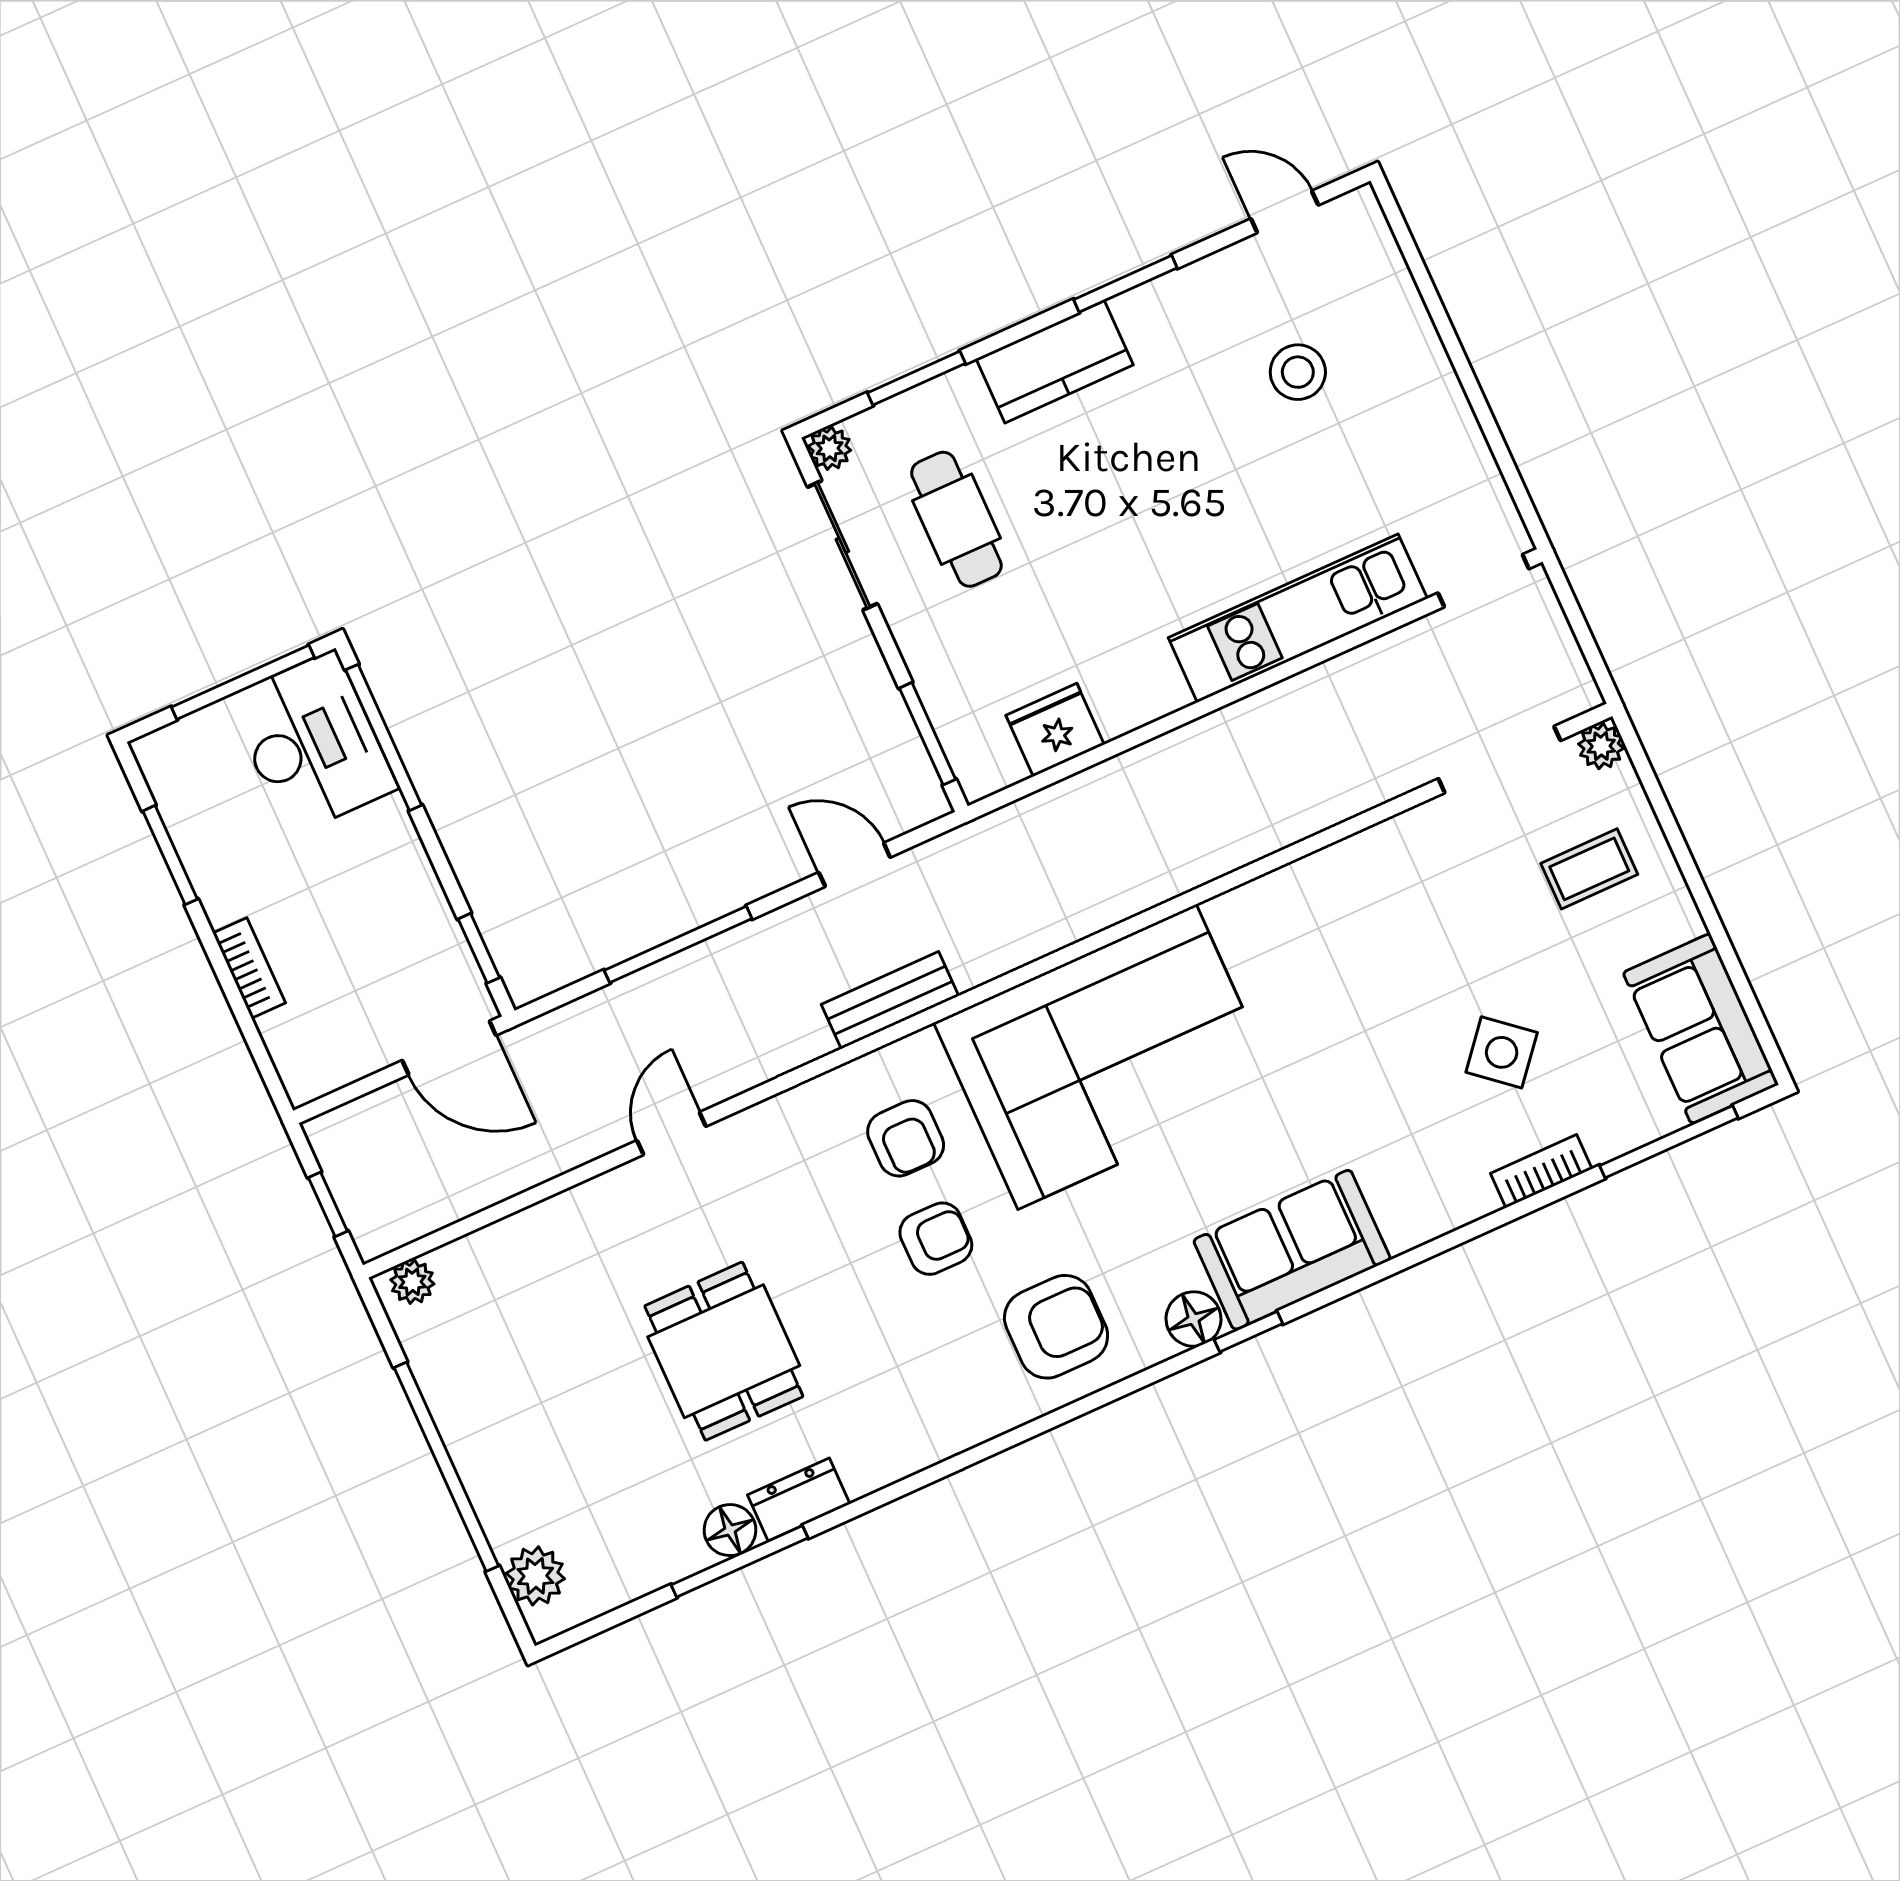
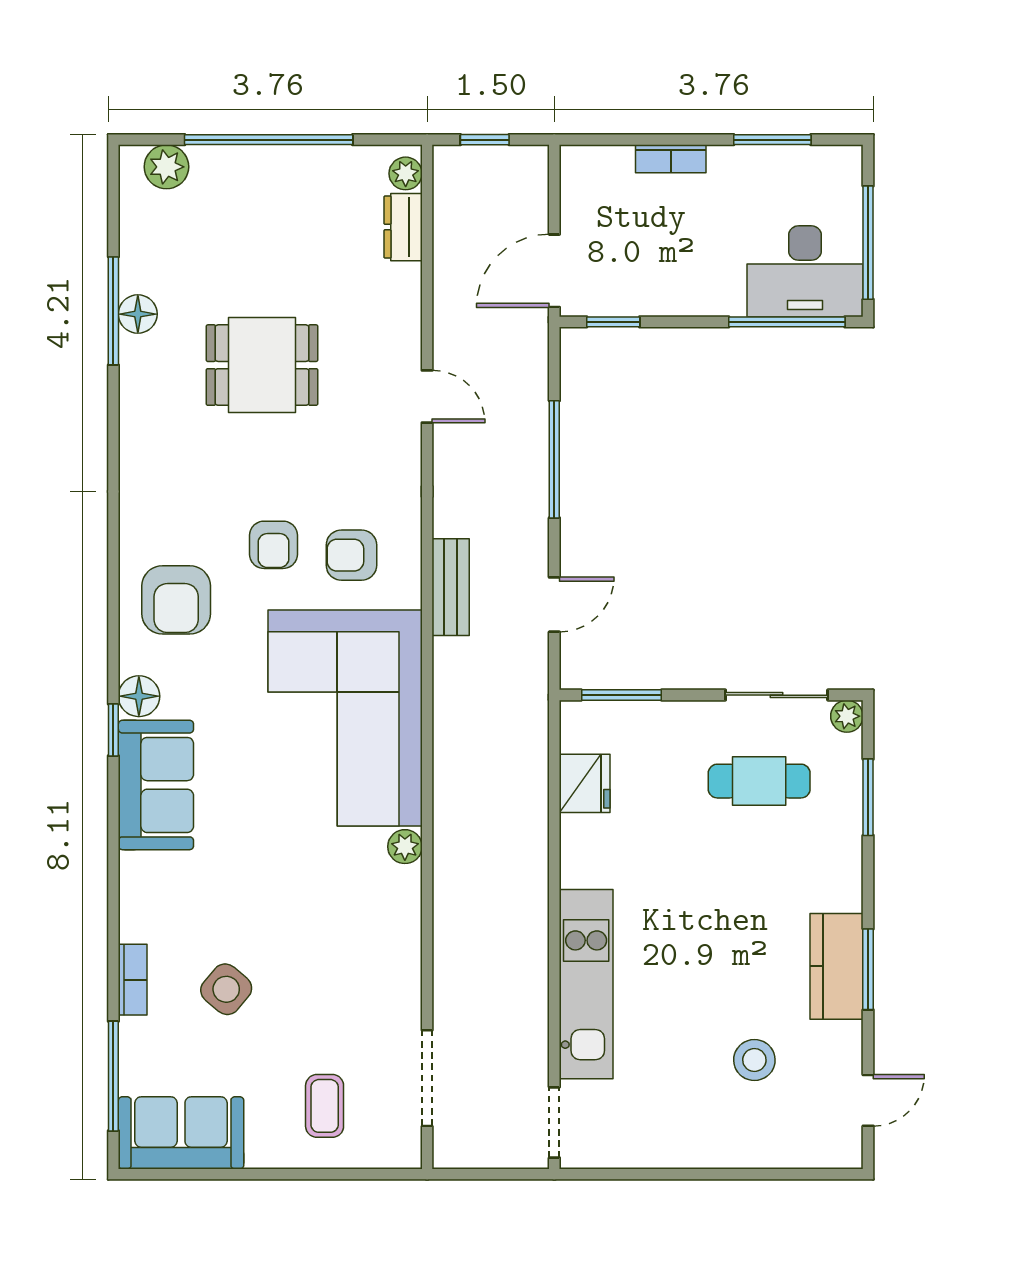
kitchen counter: (1055, 362) -> (836, 966), moved
plant: (1601, 746) -> (405, 847), moved
dresser: (799, 1499) -> (403, 227), moved, turned 180

